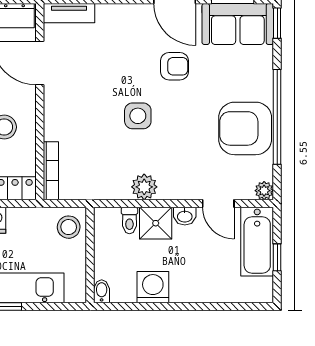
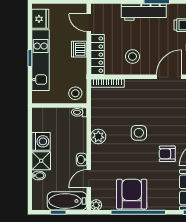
armchair: (174, 66) -> (167, 154), turned 90
toilet: (129, 220) -> (79, 112), moved
shower: (156, 223) -> (41, 161), moved
bidet: (102, 291) -> (39, 175), moved

